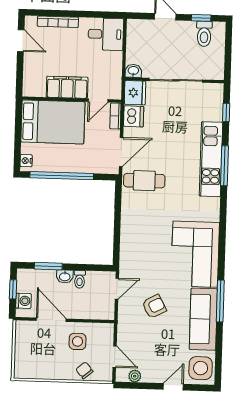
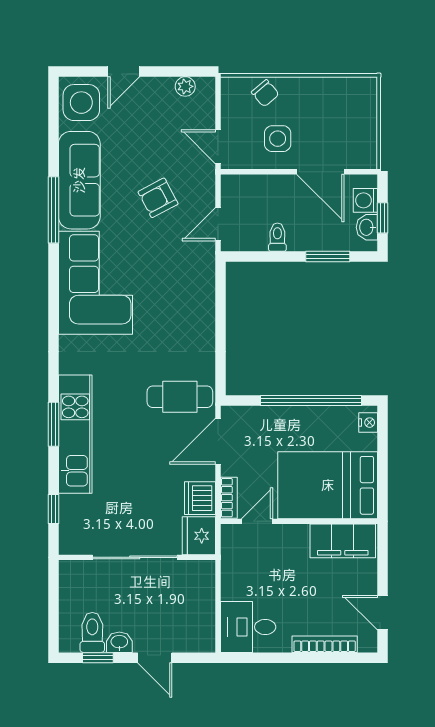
washbasin: (133, 71) -> (119, 642), moved, turned 180
filing cabinet: (67, 87) -> (343, 541), moved
window: (225, 166) -> (53, 424), width x0.69
washbasin: (65, 276) -> (367, 227), moved, turned -90
door: (115, 357) -> (218, 147), moved

